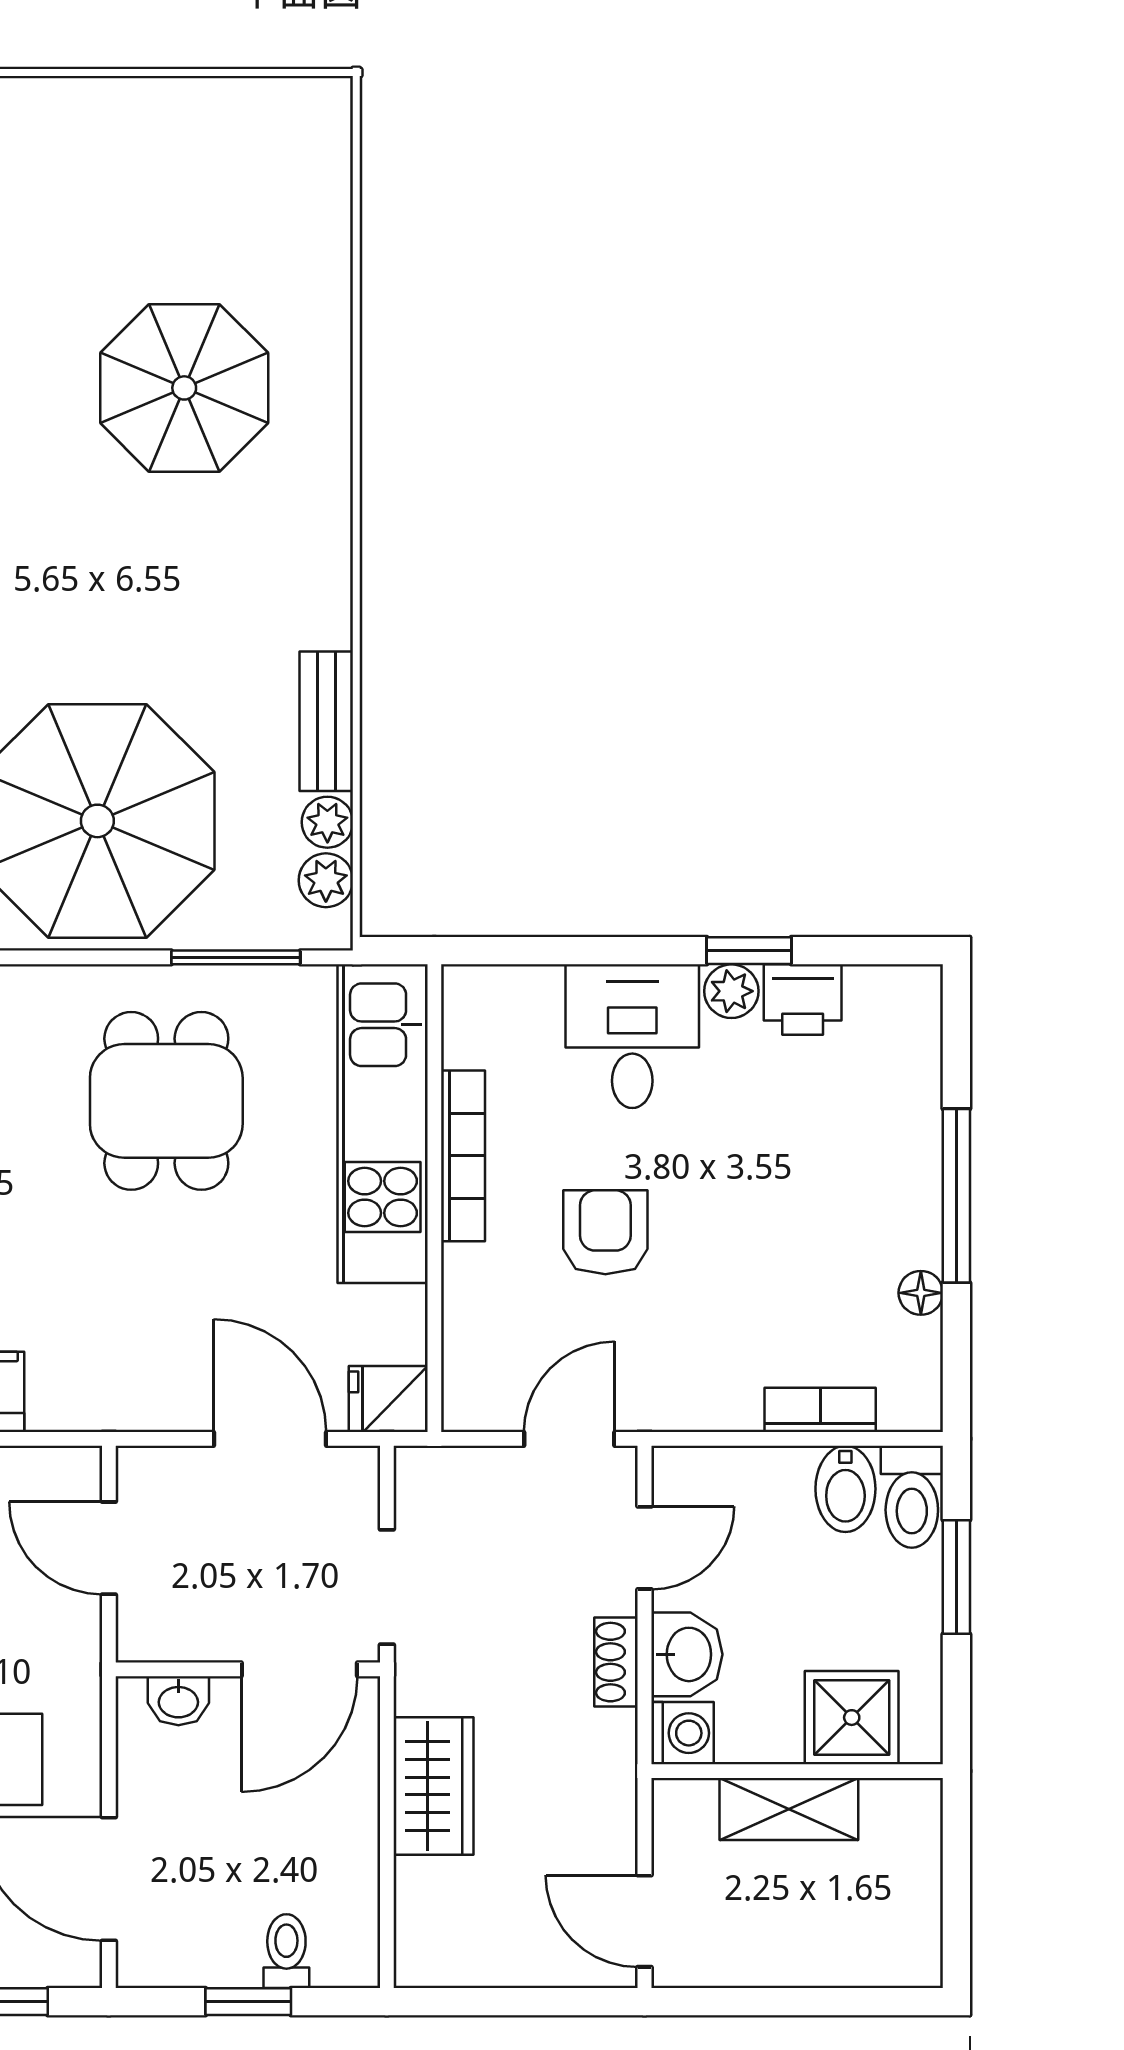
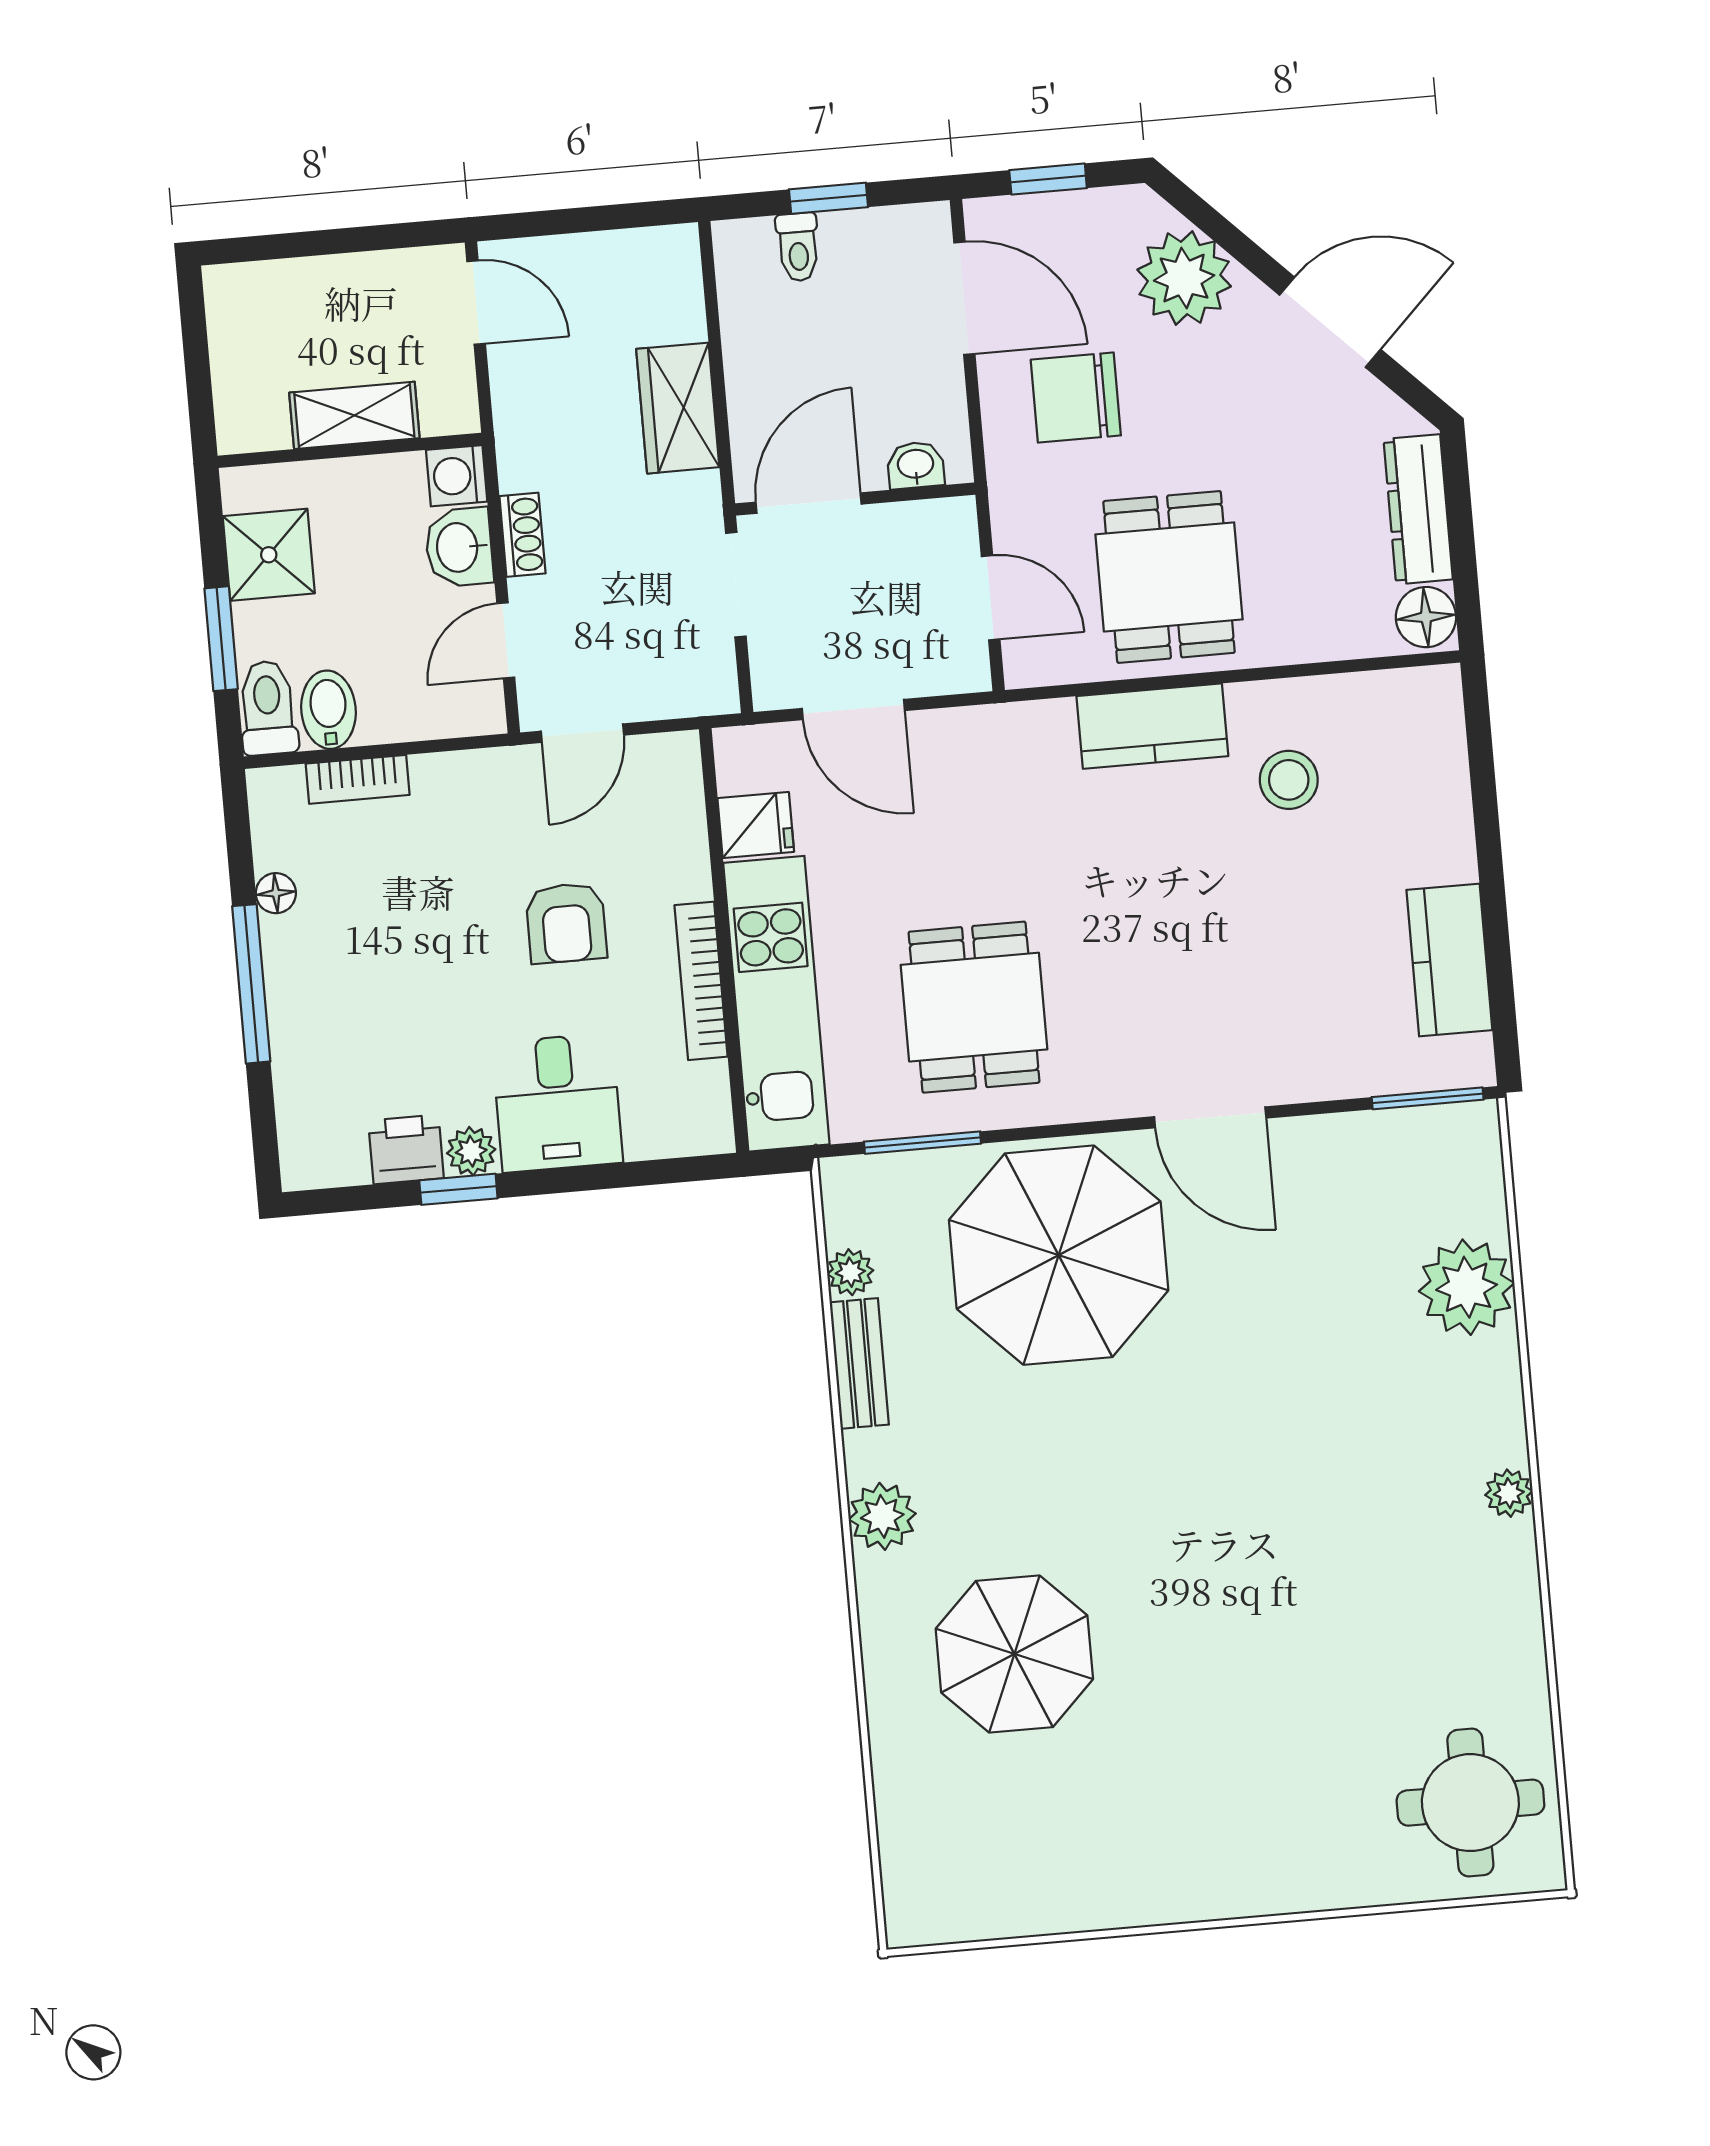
plant: (326, 880) -> (882, 1516), moved, width x1.38, depth x1.38
fridge: (388, 1399) -> (756, 825), moved
shower: (852, 1718) -> (269, 555), moved

